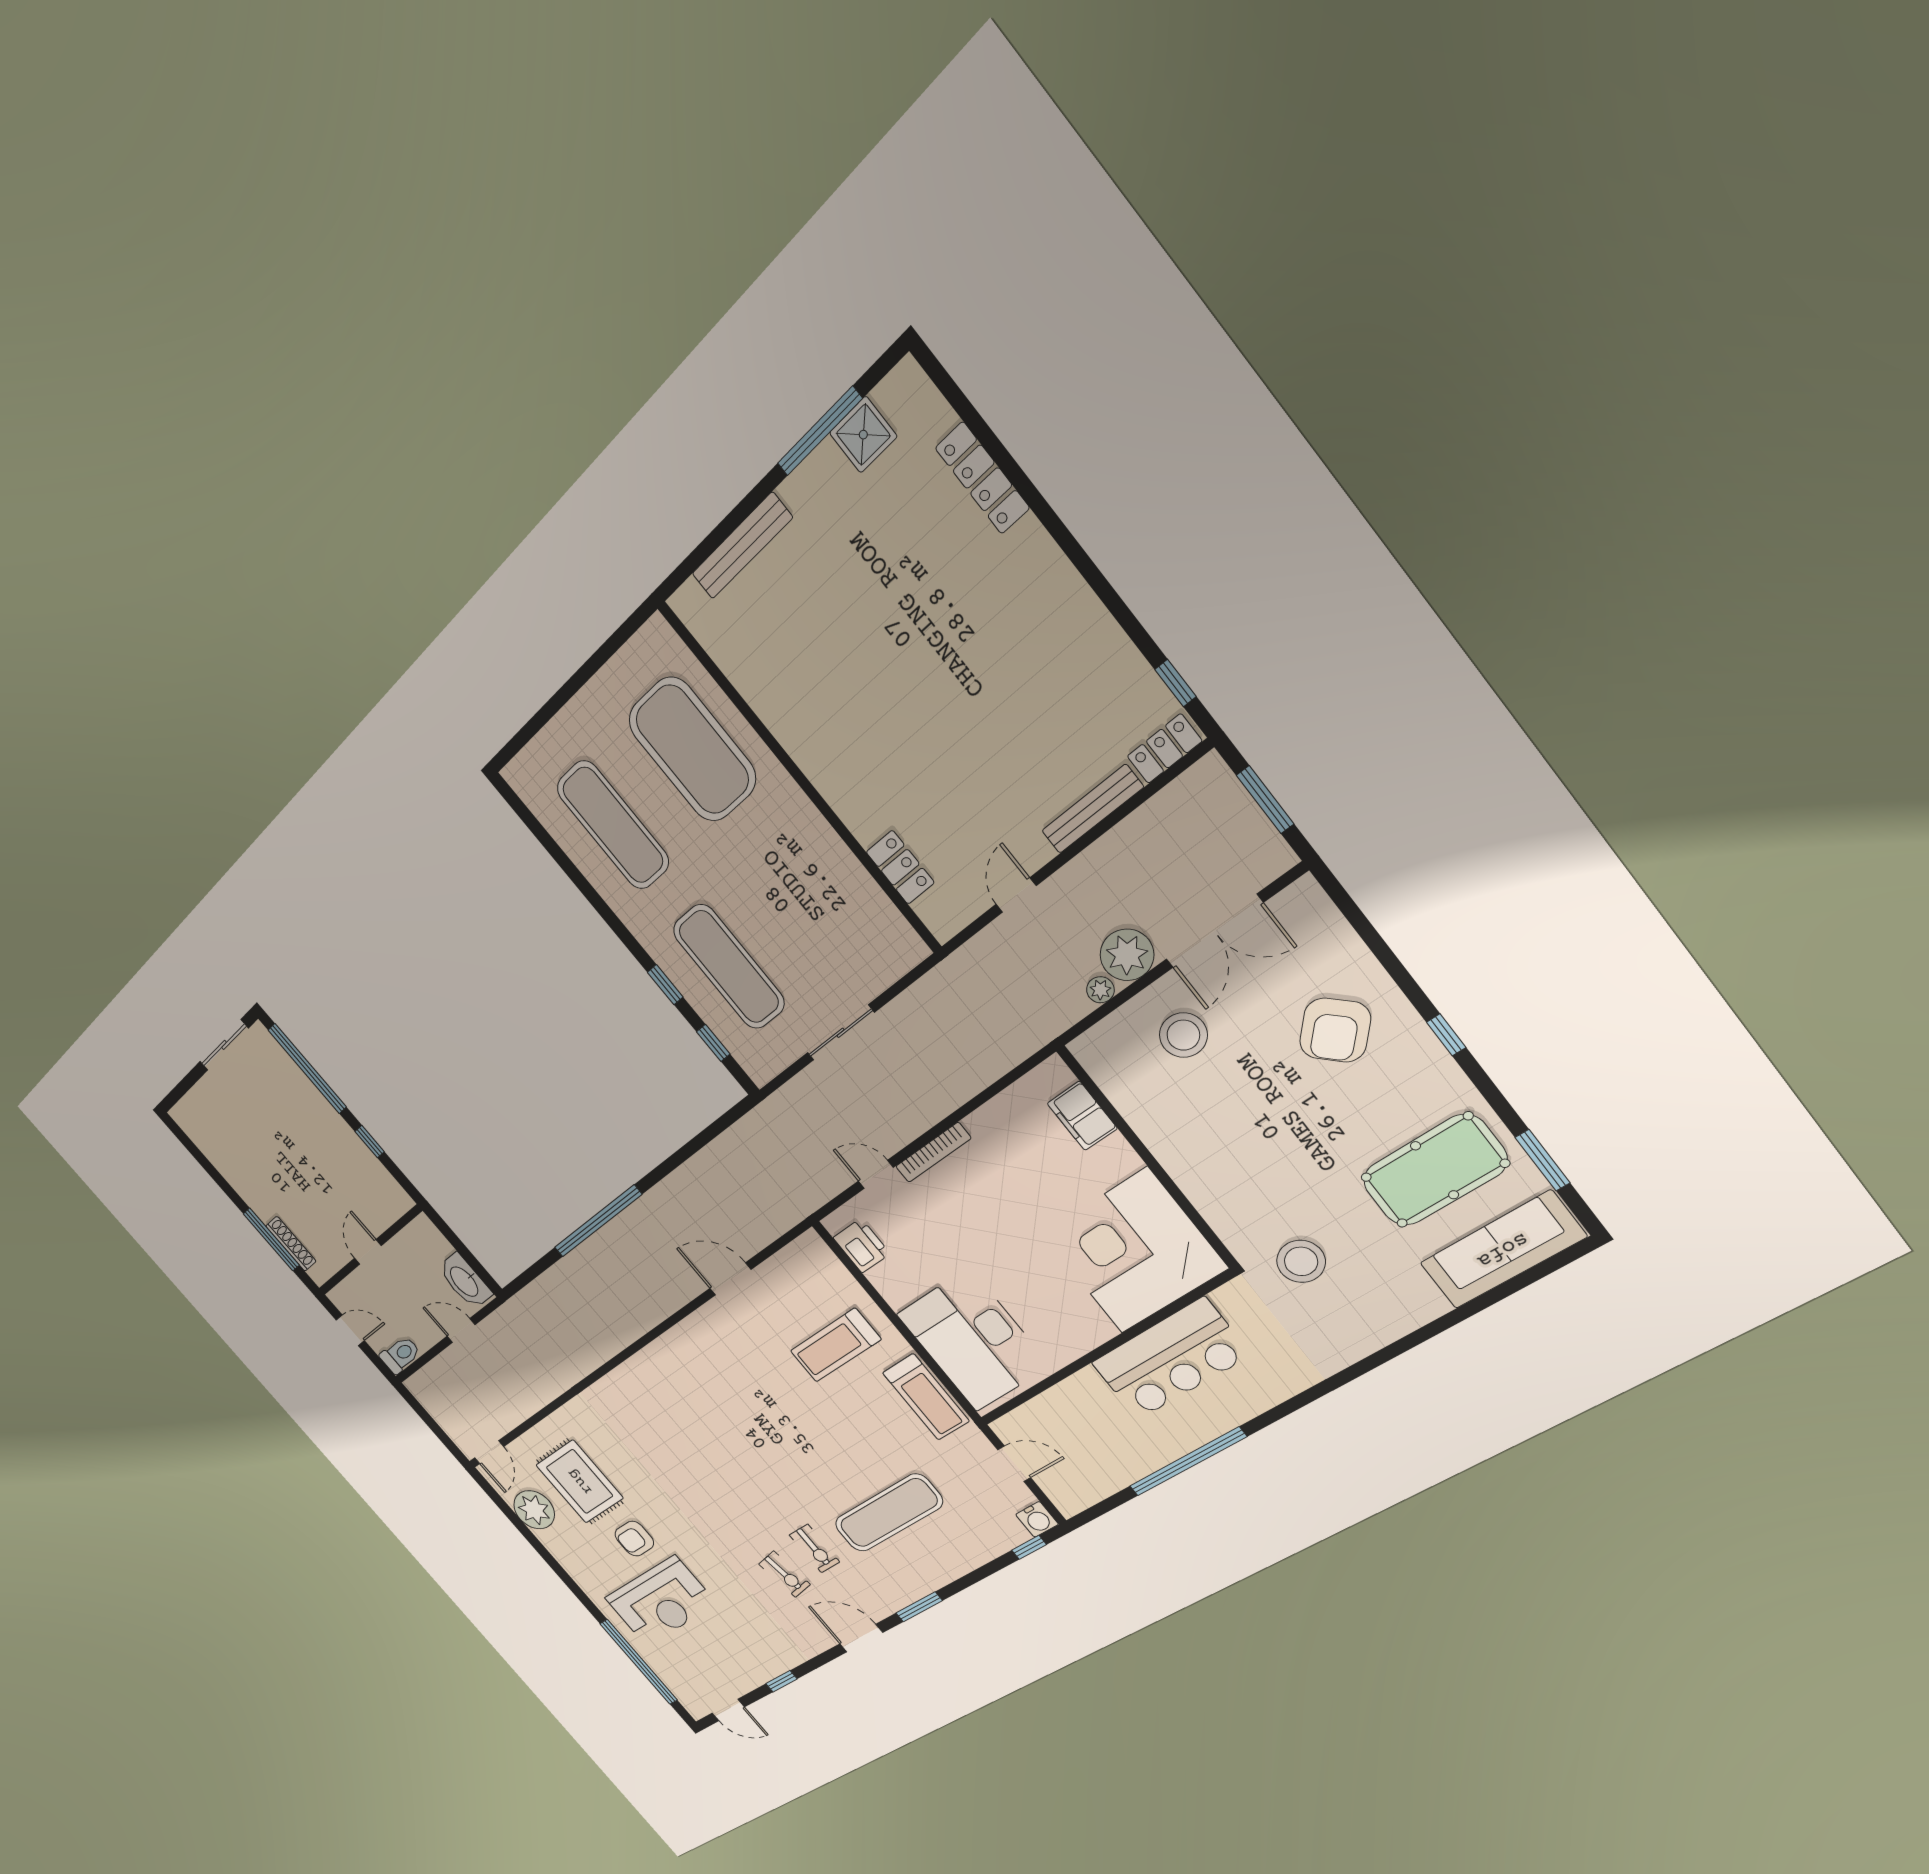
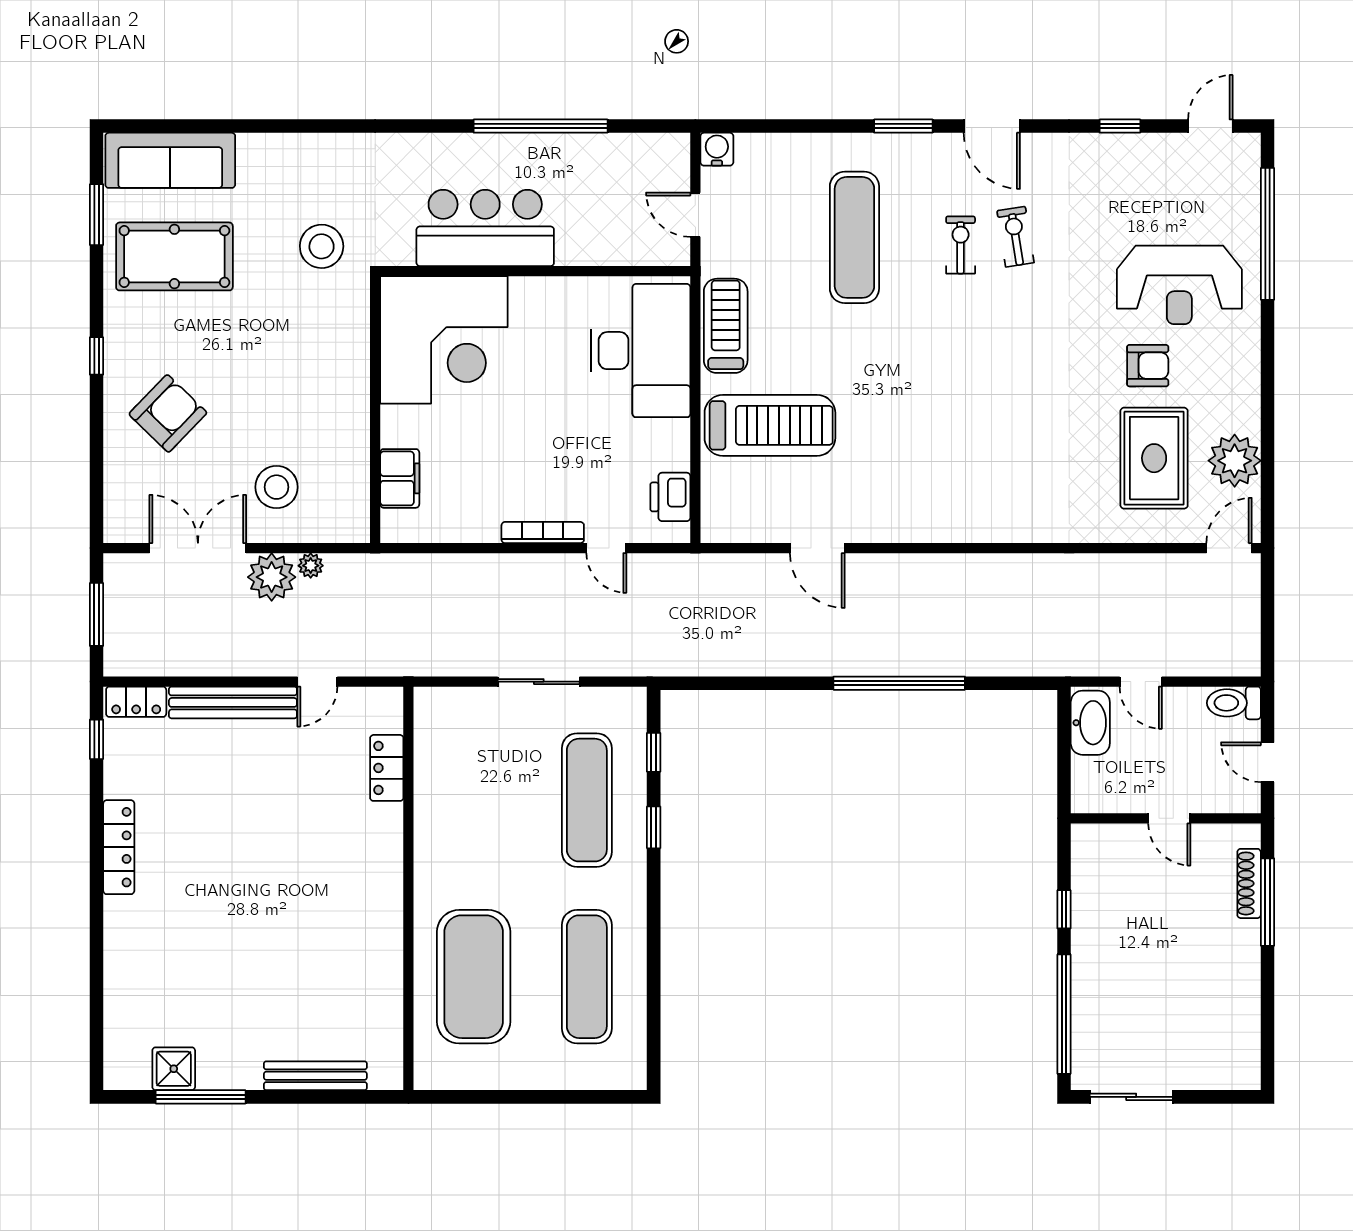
locker: (982, 478) -> (119, 847), moved
bench: (1092, 809) -> (233, 702), width x1.37, depth x1.21
door: (368, 1252) -> (1169, 818), hinge flipped
treadmill: (836, 1345) -> (770, 425), width x1.37, depth x1.38
exercise mat: (889, 1513) -> (854, 237), turned 90
window: (1029, 1547) -> (746, 126), removed
reception desk: (661, 1601) -> (1179, 285), turned 180
door: (728, 1710) -> (1210, 126), hinge flipped

